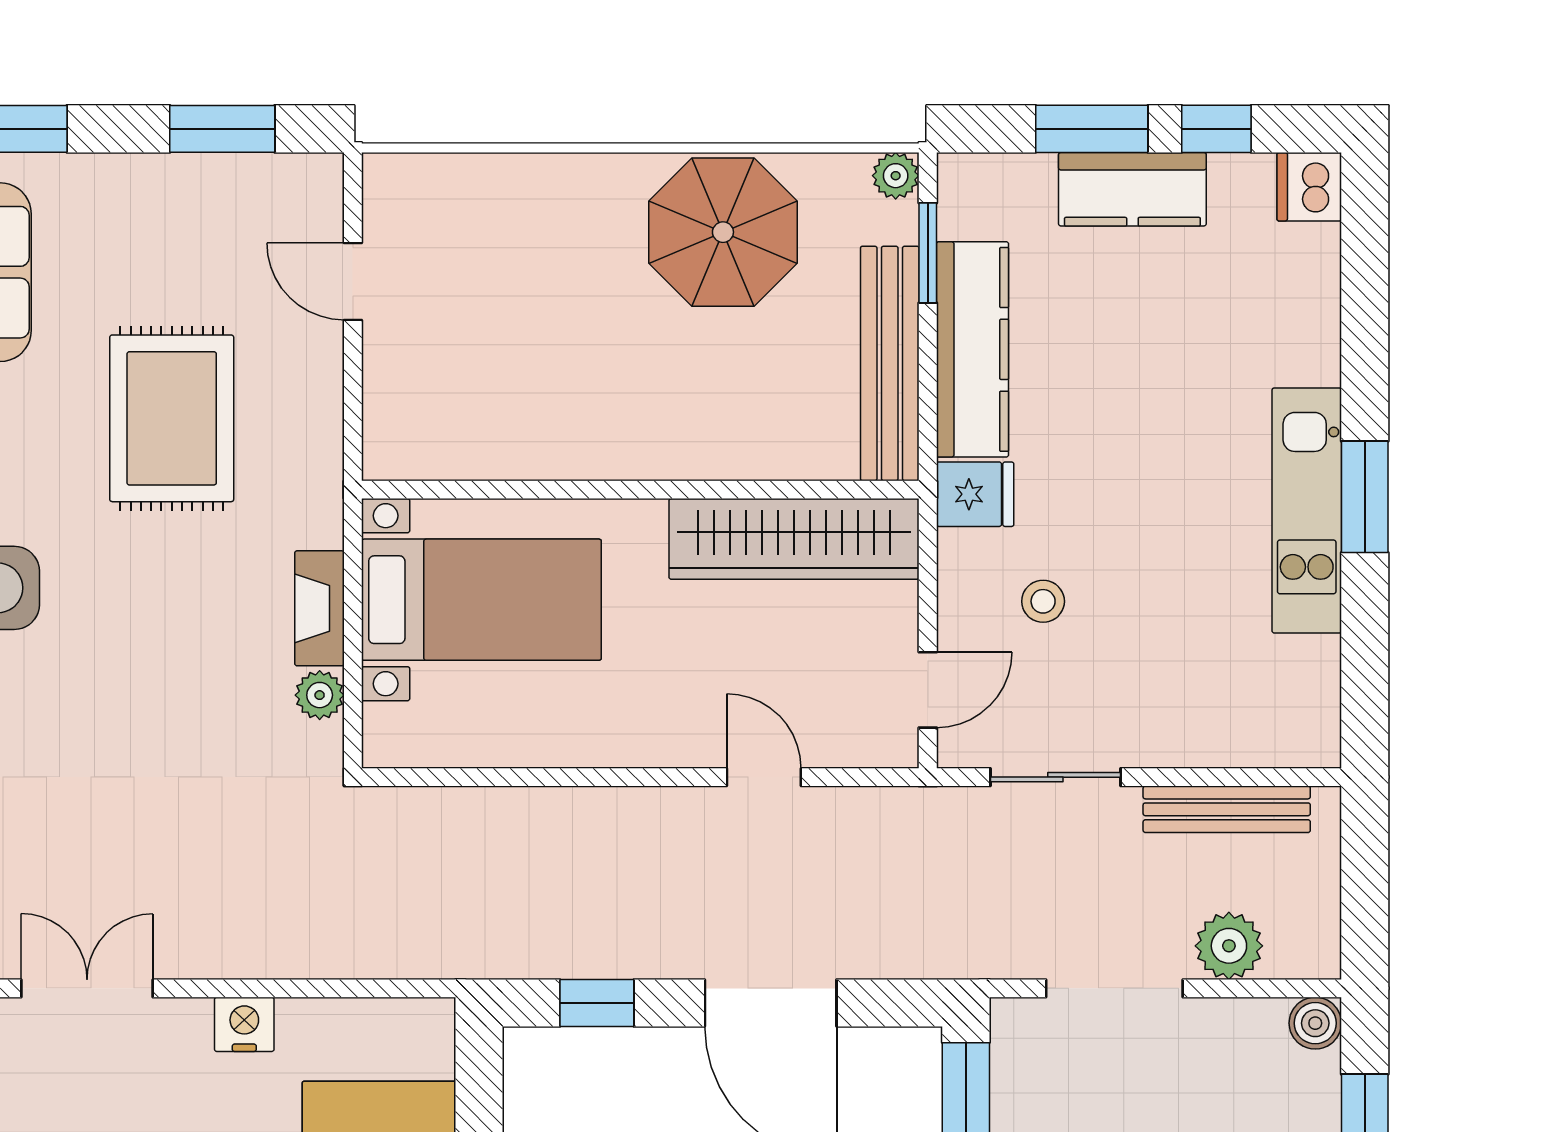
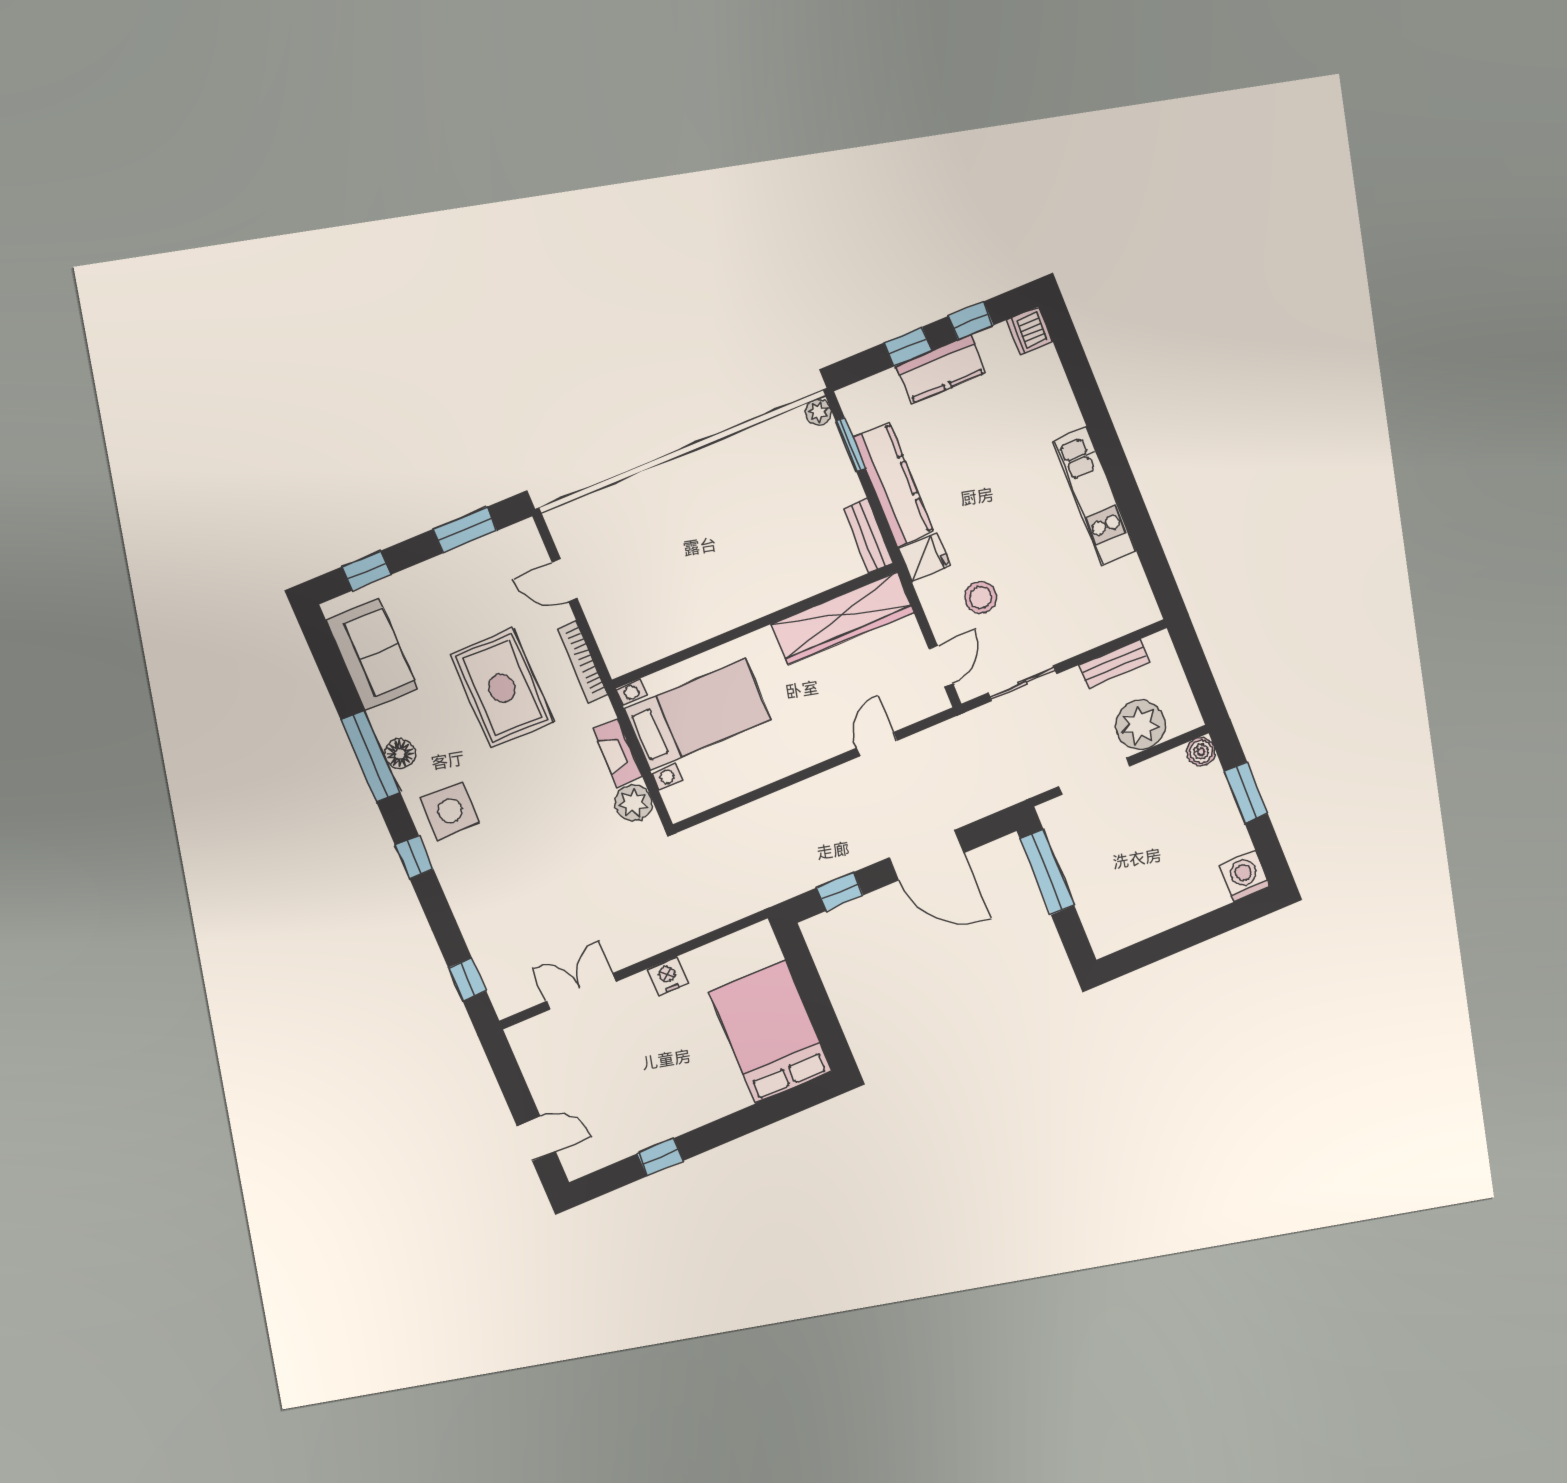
window: (1092, 129) -> (908, 347), width x0.67
parasol: (723, 232) -> (742, 477), removed
bench: (890, 363) -> (868, 536), width x0.54, depth x0.82
bookcase: (325, 430) -> (583, 662), added
window: (1365, 497) -> (1121, 477), removed
stool: (1043, 601) -> (981, 597), width x1.37, depth x1.37
plant: (320, 695) -> (633, 803), width x1.38, depth x1.38
door: (764, 777) -> (877, 744), hinge flipped
bench: (1227, 809) -> (1114, 664), width x0.73
plant: (1229, 946) -> (1140, 725), width x1.36, depth x1.36

